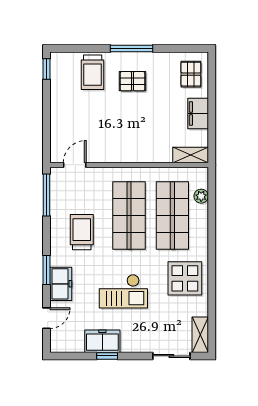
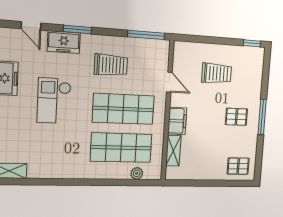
trolley: (93, 72) -> (217, 73), moved, turned 180
pallet: (133, 81) -> (236, 117), turned 90
filing cabinet: (198, 114) -> (177, 121), moved, turned 90
shelving: (191, 155) -> (173, 151), moved
door: (75, 165) -> (169, 82), moved
display table: (185, 278) -> (63, 158), removed

